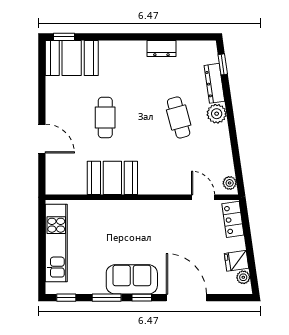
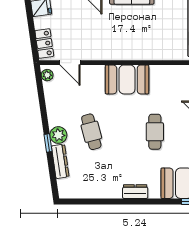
dresser: (161, 48) -> (135, 192), moved
window: (223, 64) -> (48, 143), moved
booth: (112, 178) -> (127, 79), moved

